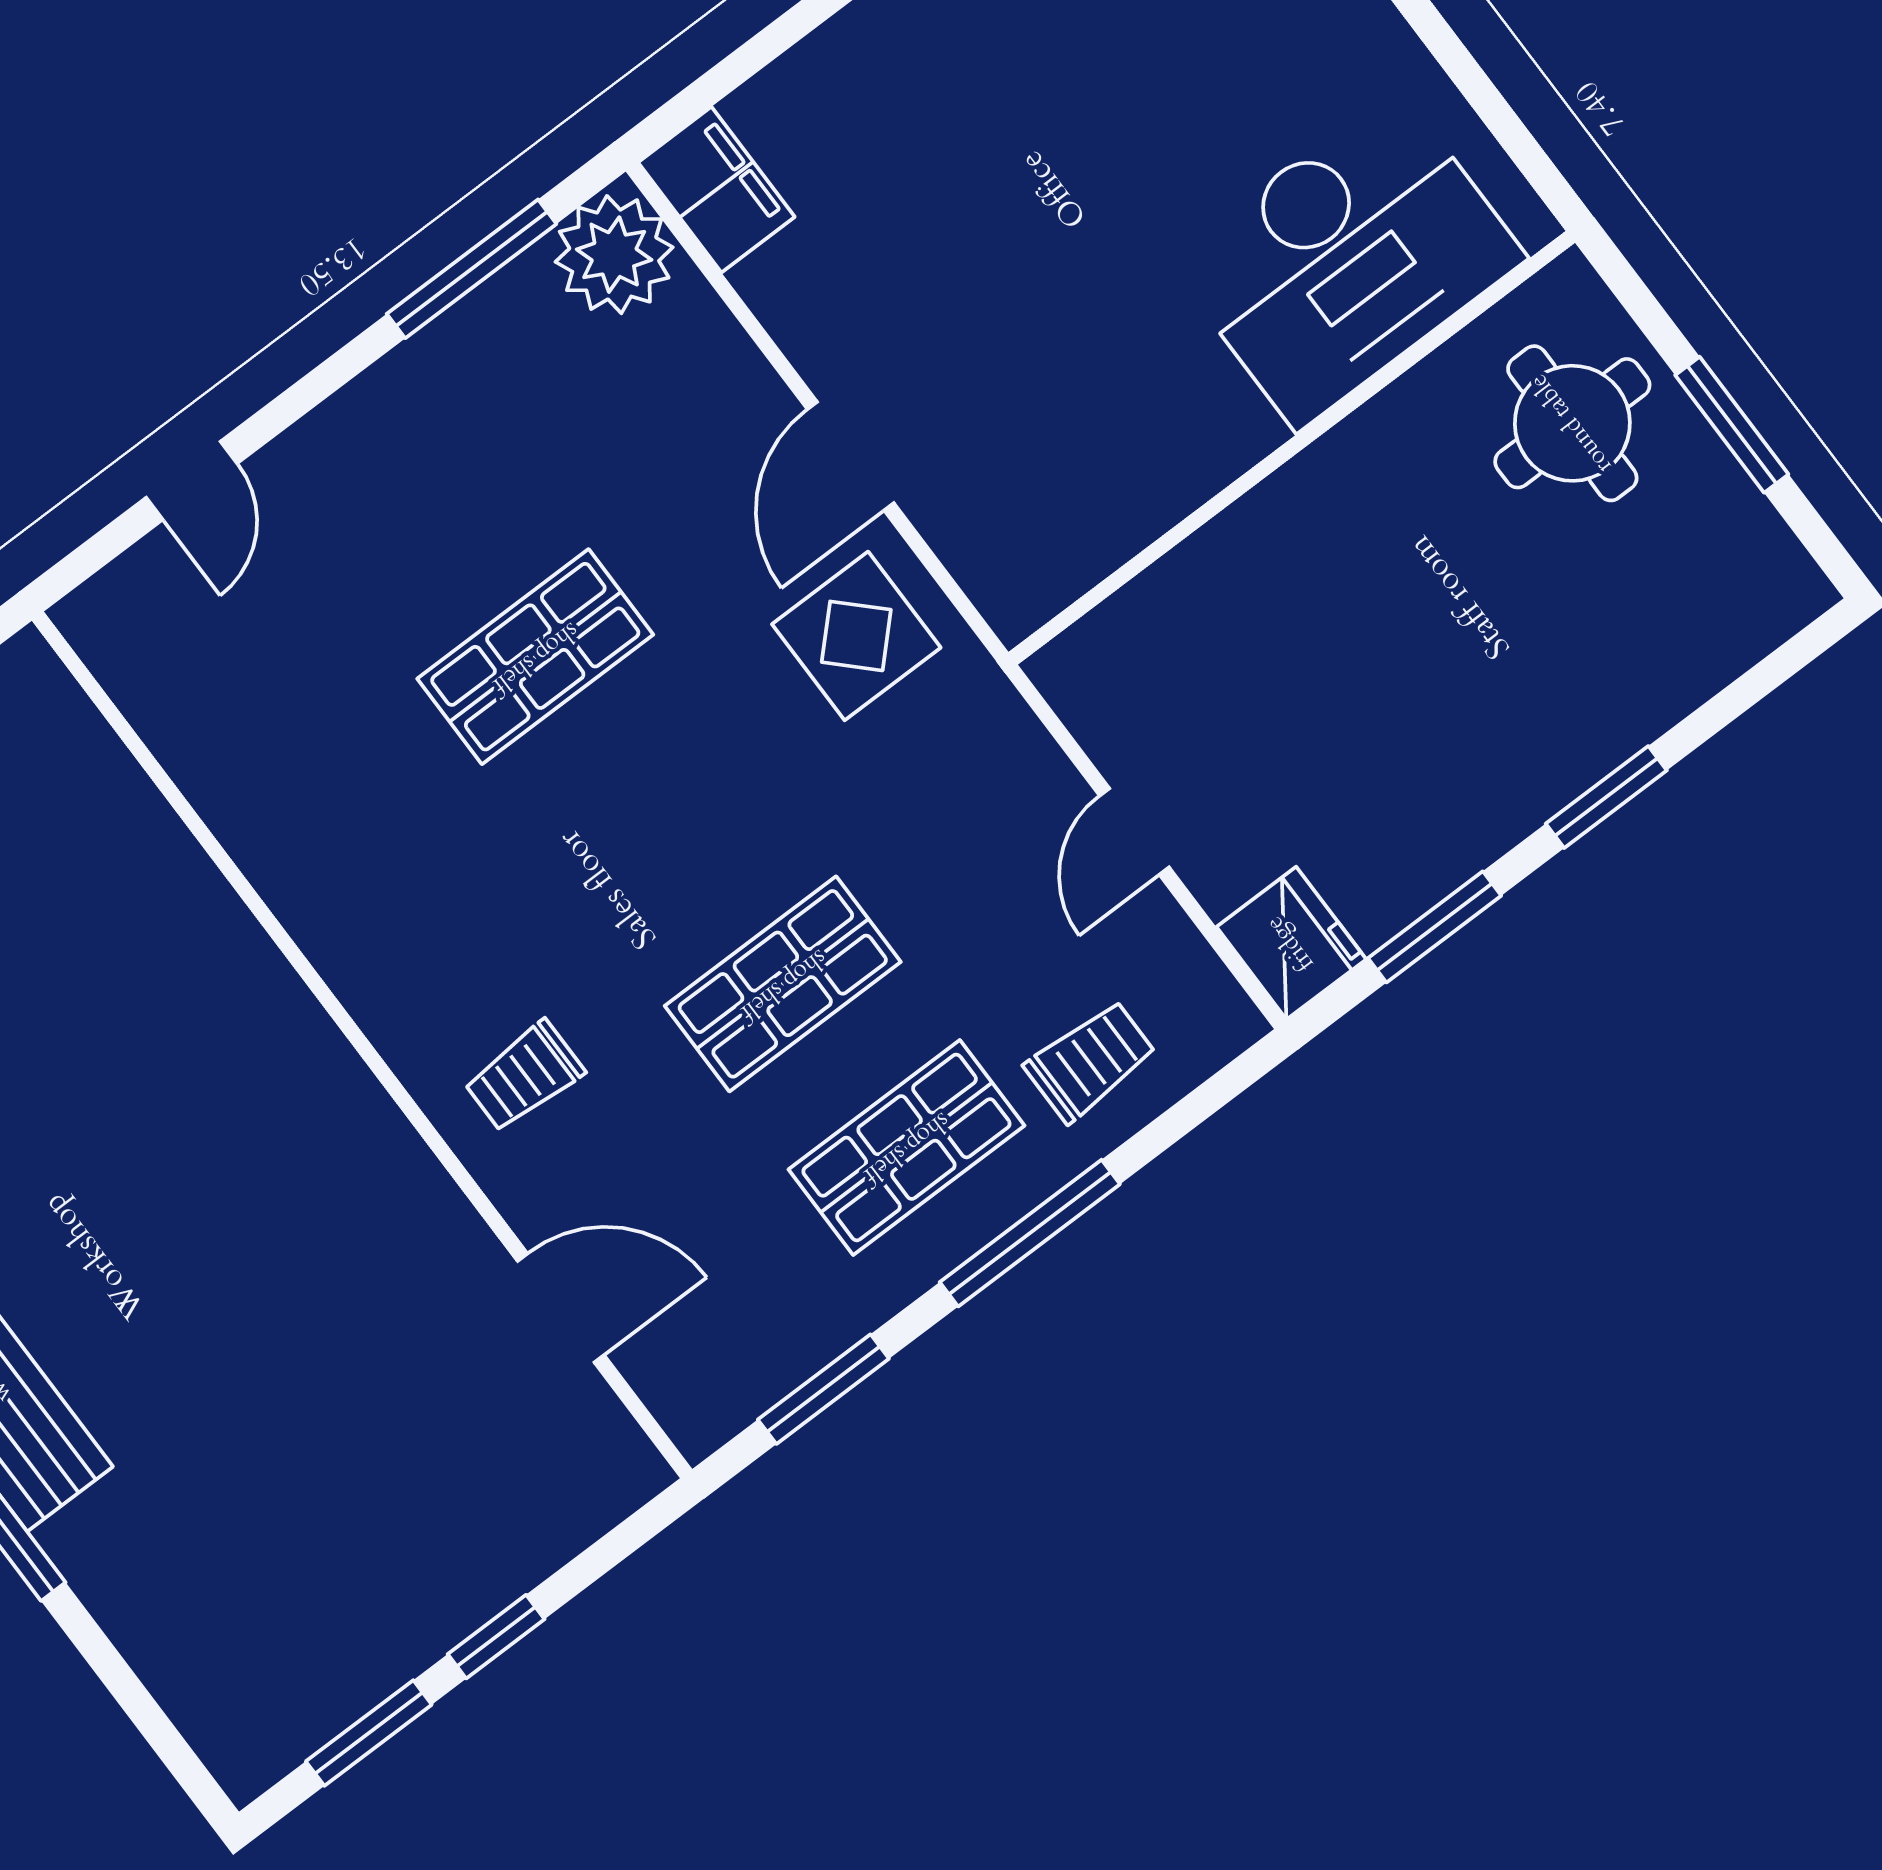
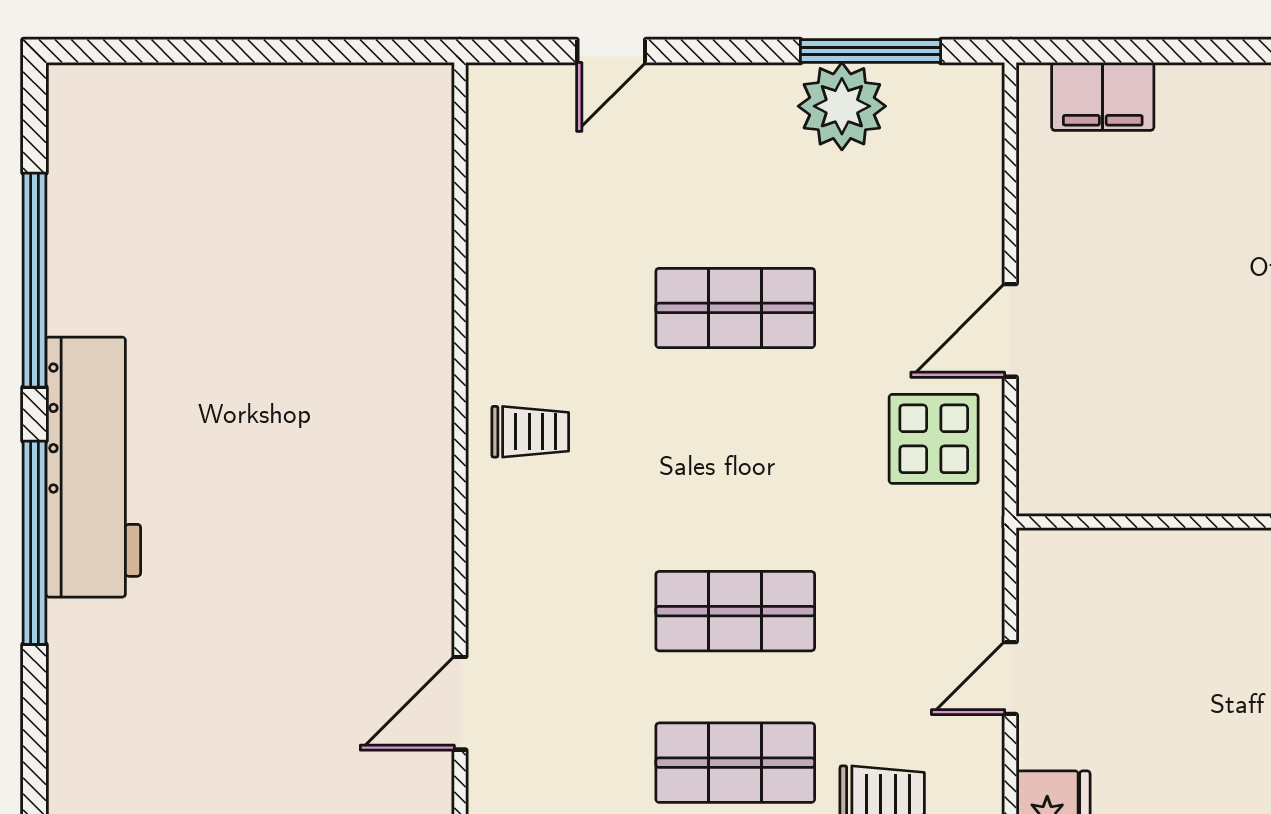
filing cabinet: (716, 190) -> (1103, 96), moved, turned 90
plant: (614, 255) -> (842, 106), moved
trolley: (524, 1076) -> (530, 432), moved, turned 180
door: (561, 1308) -> (460, 703), swing flipped

